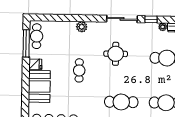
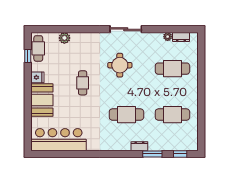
window: (151, 19) -> (156, 29), removed
plant: (82, 27) -> (64, 38), moved
window: (26, 43) -> (28, 56), width x0.46

